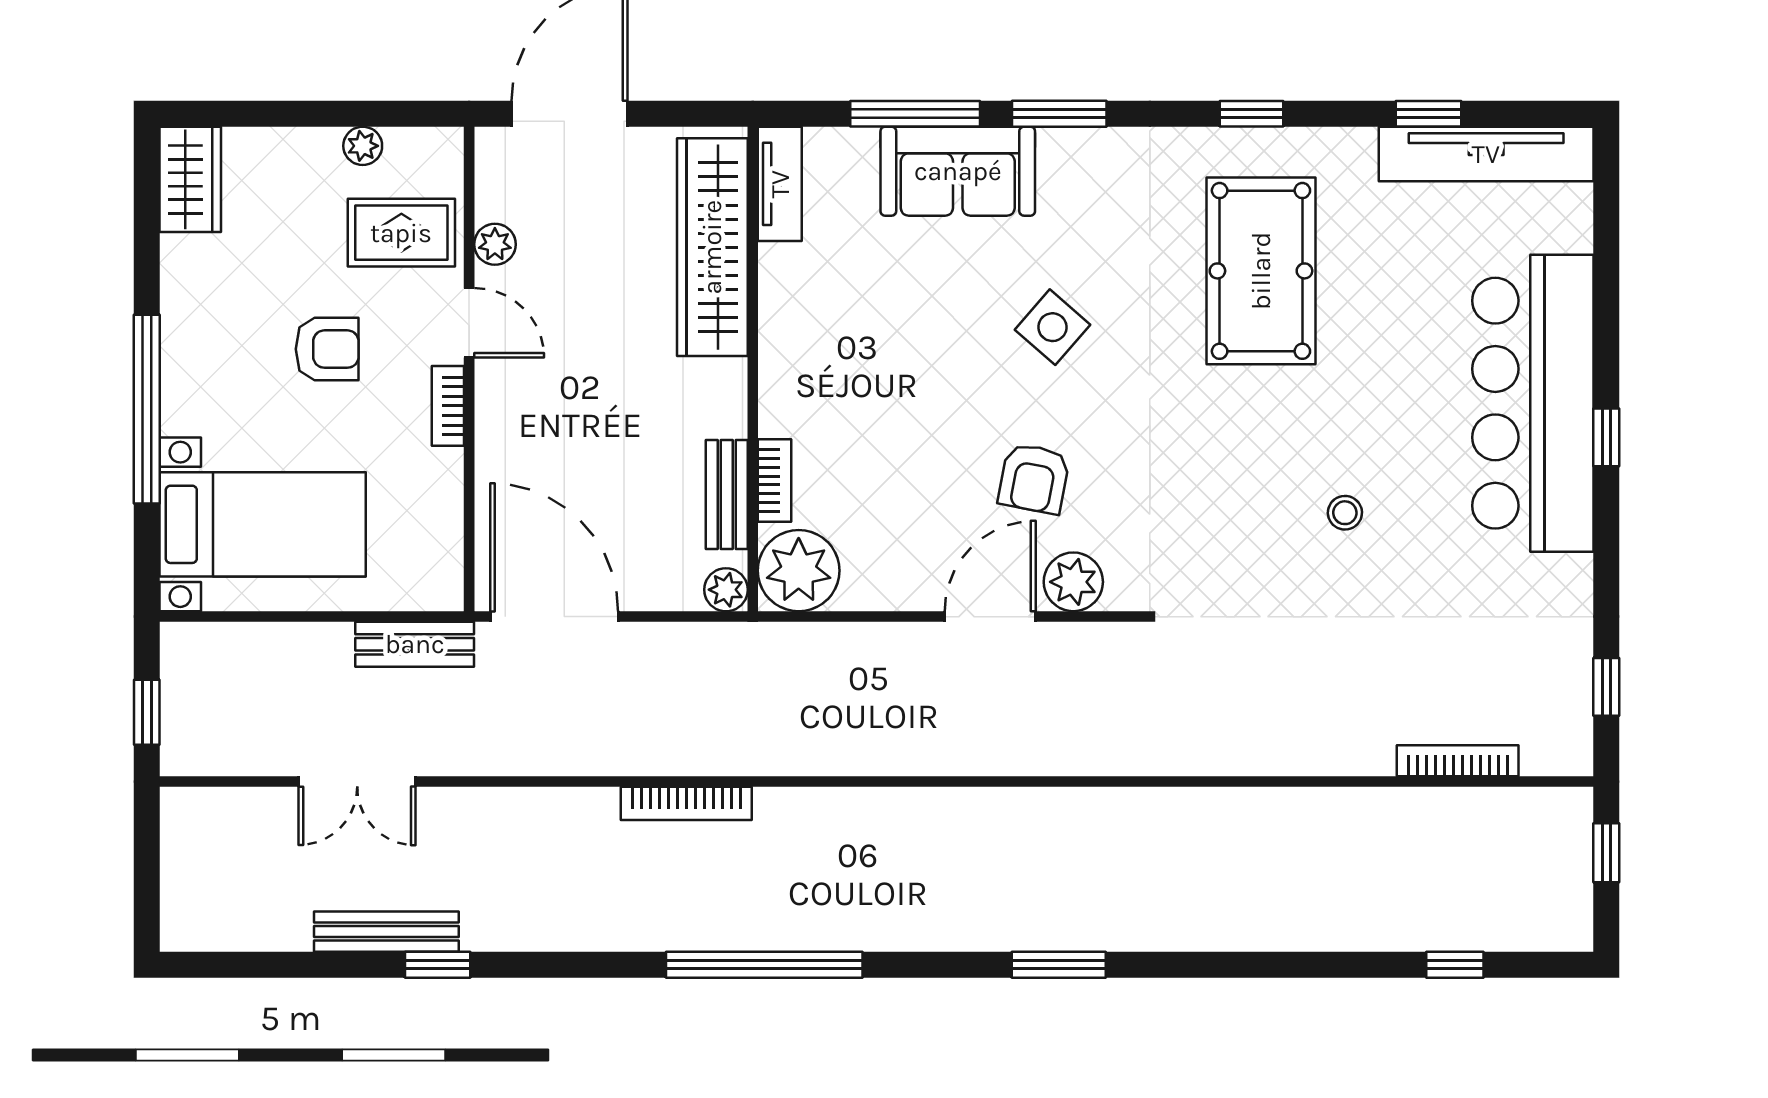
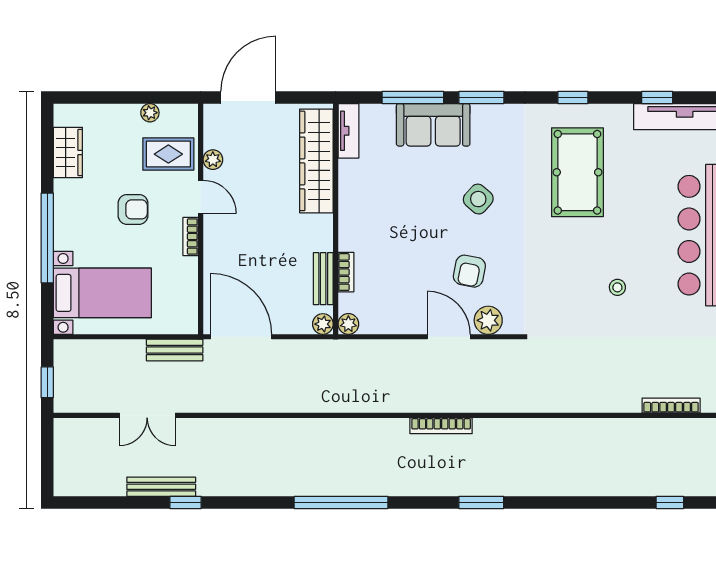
wardrobe: (190, 179) -> (68, 153), moved
plant: (799, 571) -> (348, 324), width x0.53, depth x0.53
door: (990, 617) -> (449, 337), hinge flipped
bookcase: (686, 803) -> (441, 426), moved

